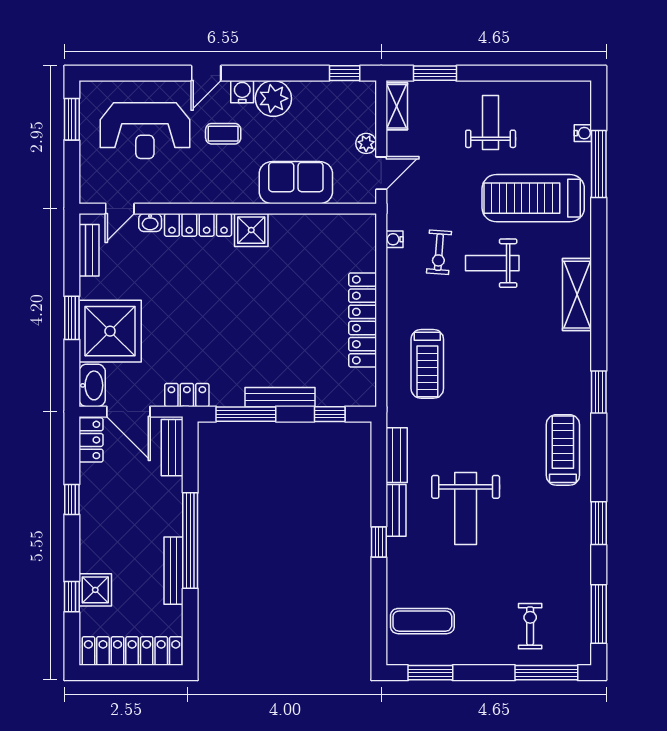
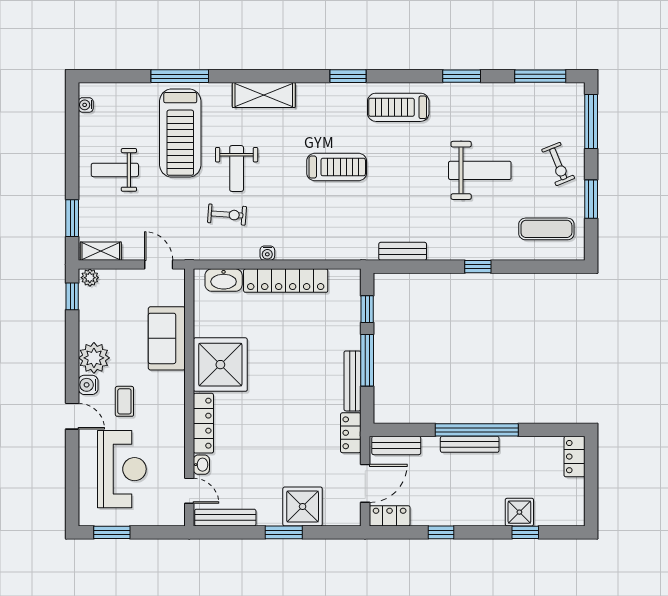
water cooler: (583, 133) -> (86, 105), moved, turned -90
plant: (366, 143) -> (90, 278), moved
window: (599, 164) -> (180, 76), moved
shower: (251, 230) -> (220, 365), width x1.86, depth x1.86
water cooler: (394, 239) -> (267, 253), moved
bench: (89, 250) -> (225, 518), width x1.36
shower: (110, 331) -> (303, 506), width x0.73, depth x0.73
treadmill: (427, 364) -> (337, 167), moved
washbasin: (92, 385) -> (224, 280), moved, turned 180
bench: (280, 397) -> (352, 381), moved
window: (246, 414) -> (367, 360), moved
weight bench: (466, 508) -> (480, 170), moved
bench: (396, 510) -> (451, 252), removed
bench: (174, 571) -> (470, 444), moved
exercise mat: (422, 621) -> (546, 229), turned 90
exercise bike: (530, 626) -> (558, 164), moved, turned -112
locker: (132, 651) -> (574, 457), width x0.46, depth x0.83
window: (430, 673) -> (591, 199), moved

